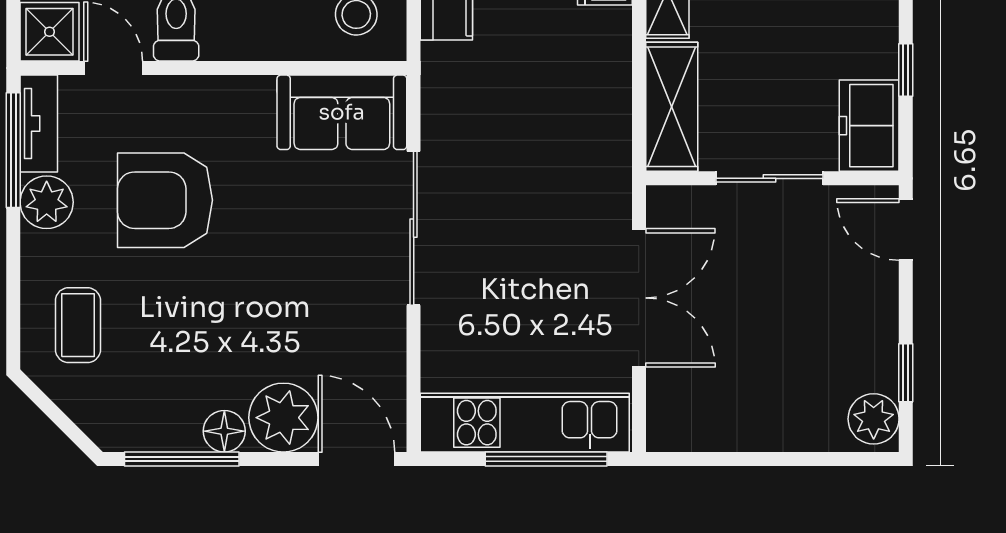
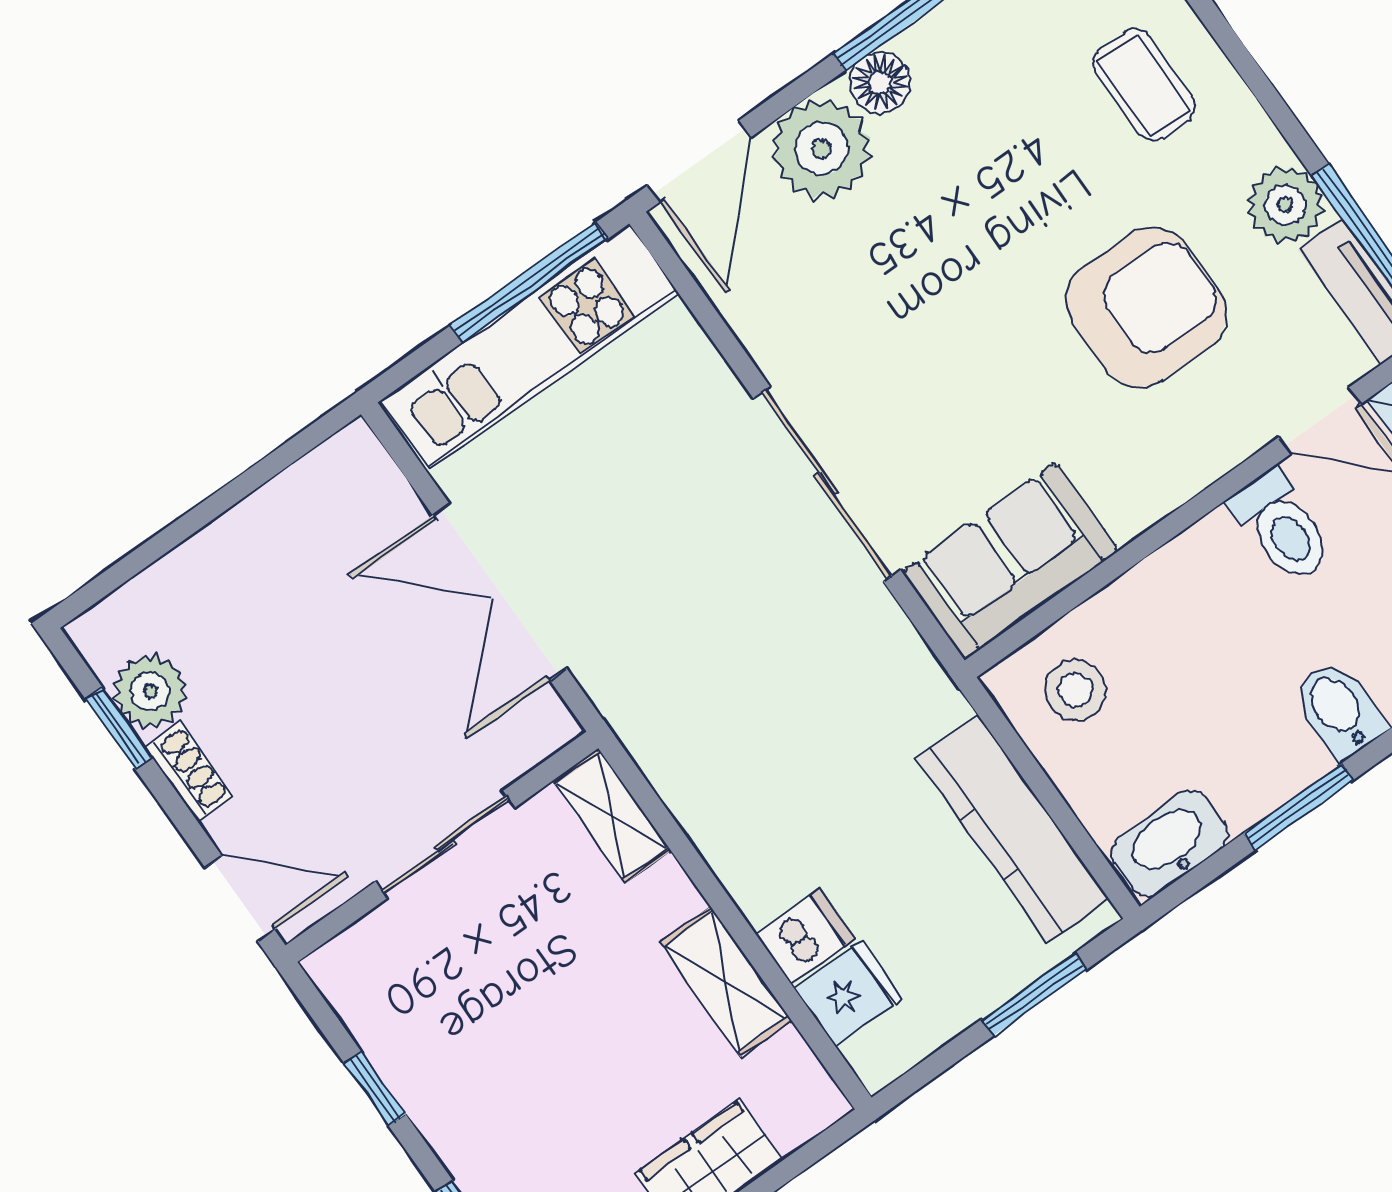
shelving: (672, 107) -> (612, 816), width x0.67, depth x0.75
freezer: (869, 126) -> (371, 991), removed
shoe rack: (884, 321) -> (189, 772), added
plant: (874, 419) -> (150, 691), moved
door: (356, 459) -> (699, 161), hinge flipped
window: (546, 459) -> (529, 283), moved

